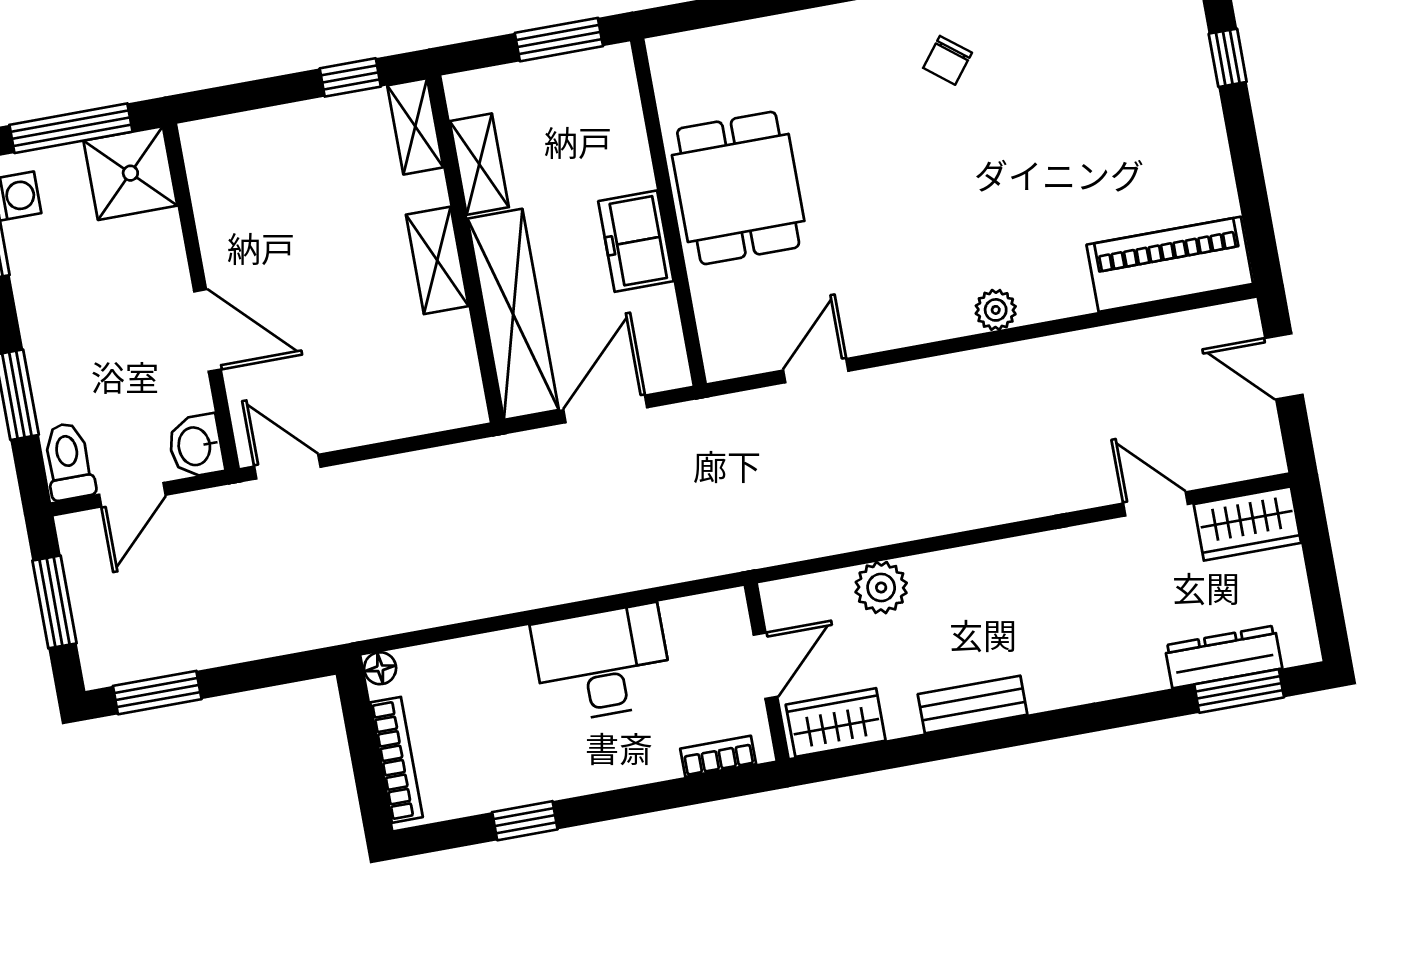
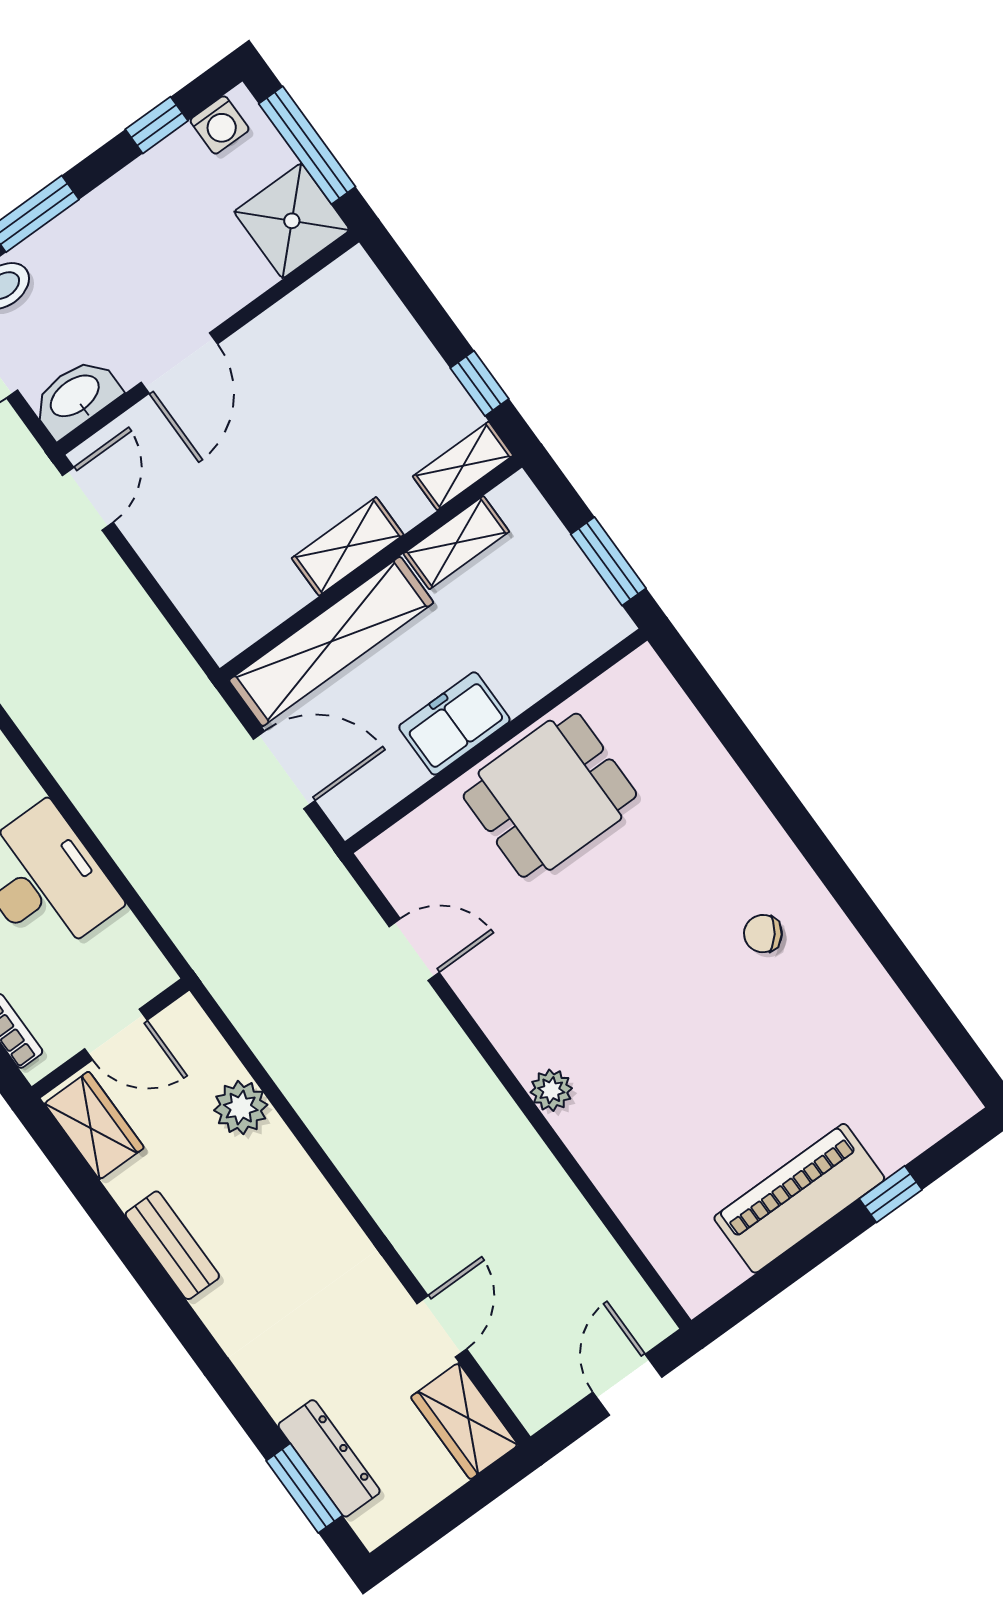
piano: (1170, 264) -> (799, 1198), moved, turned -90
washbasin: (196, 446) -> (76, 397), width x1.38

